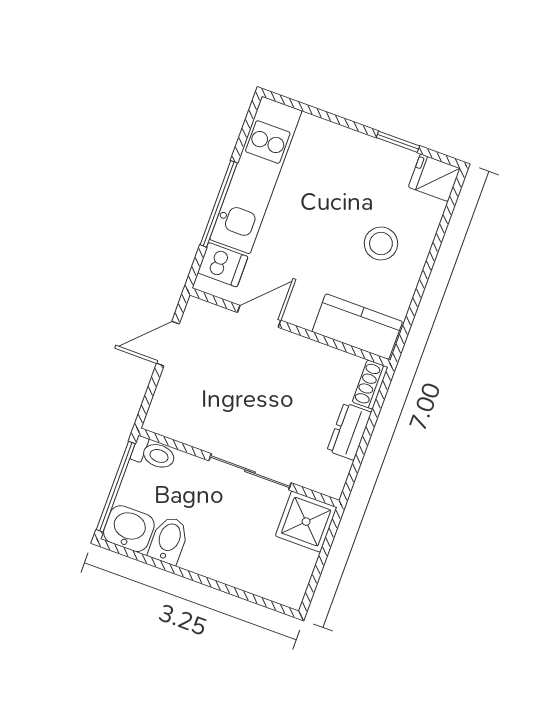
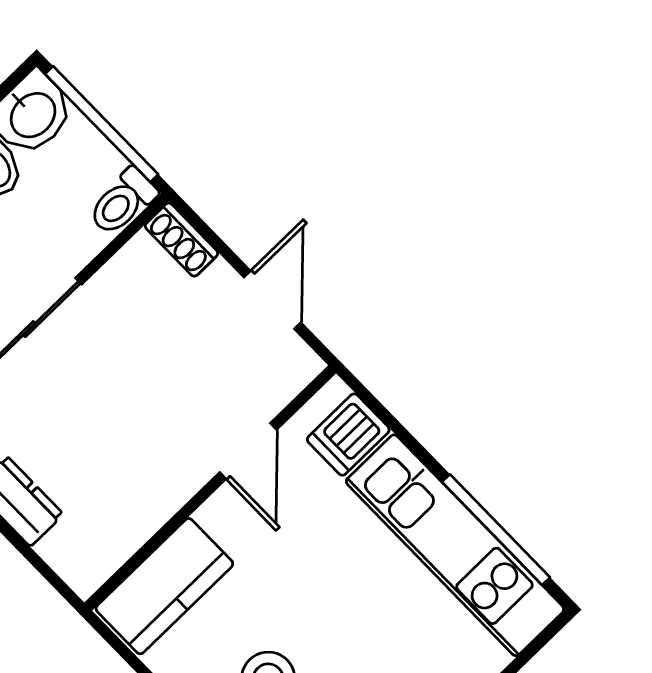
window: (219, 204) -> (496, 530), moved
shoe rack: (370, 385) -> (181, 240), moved, turned 180

